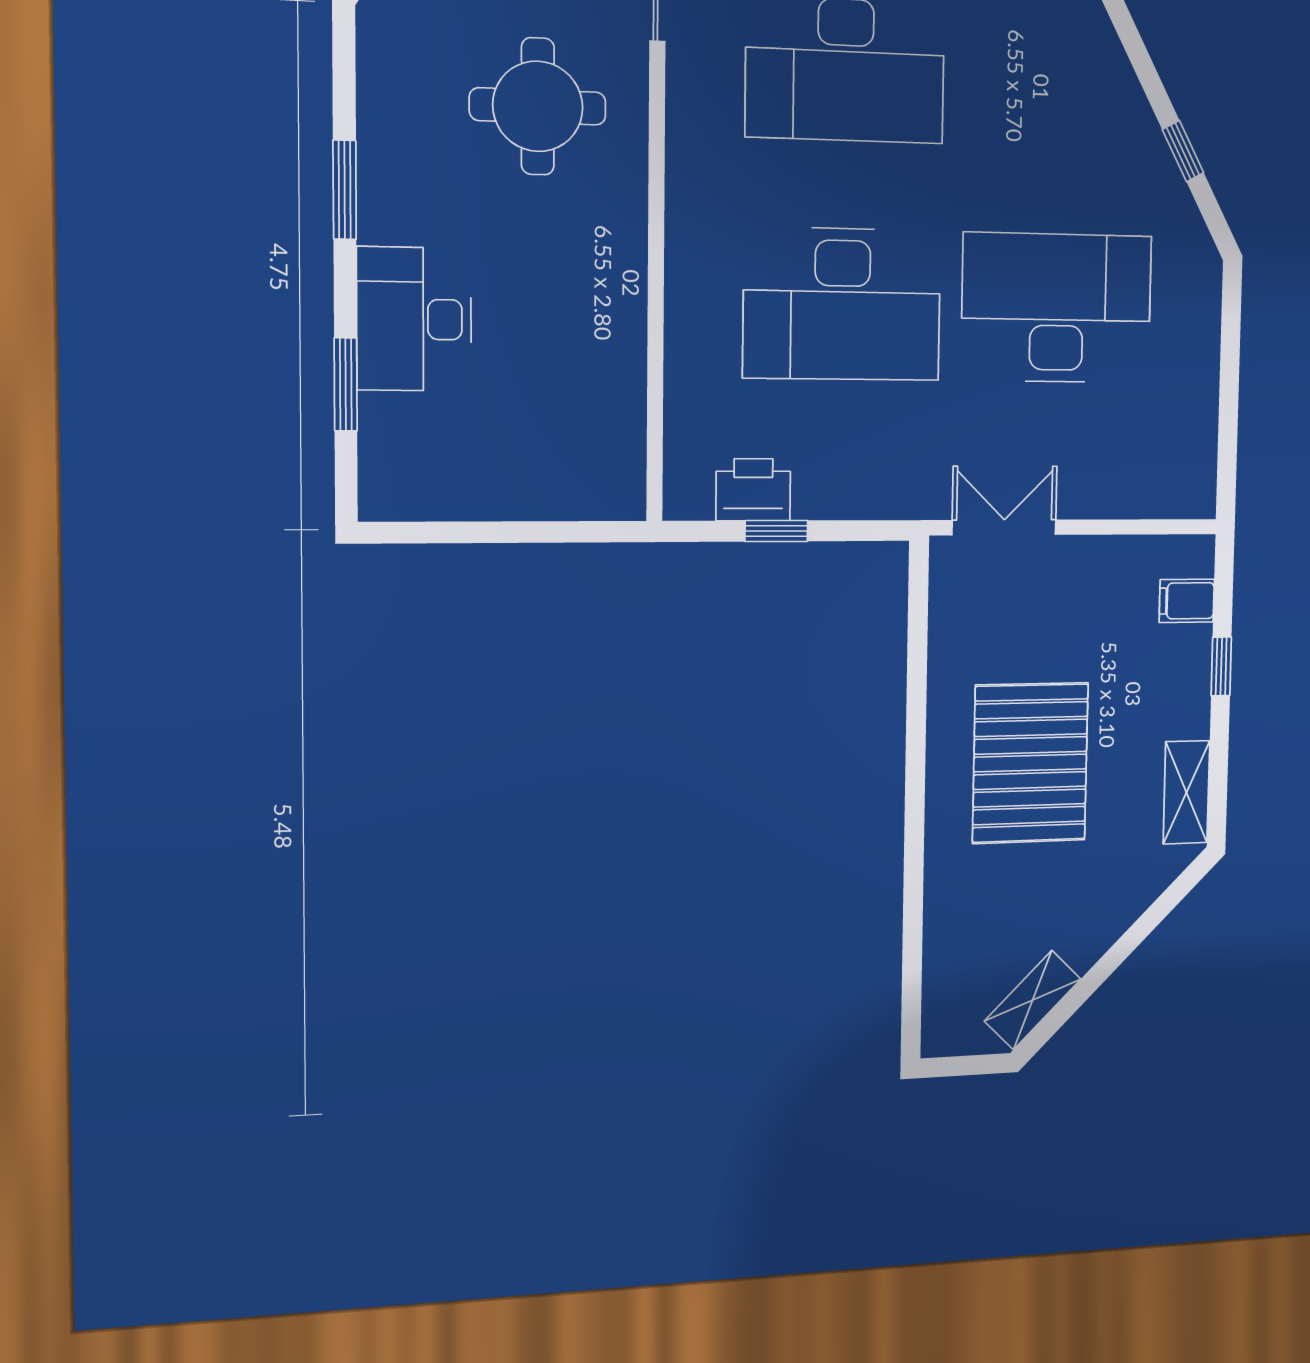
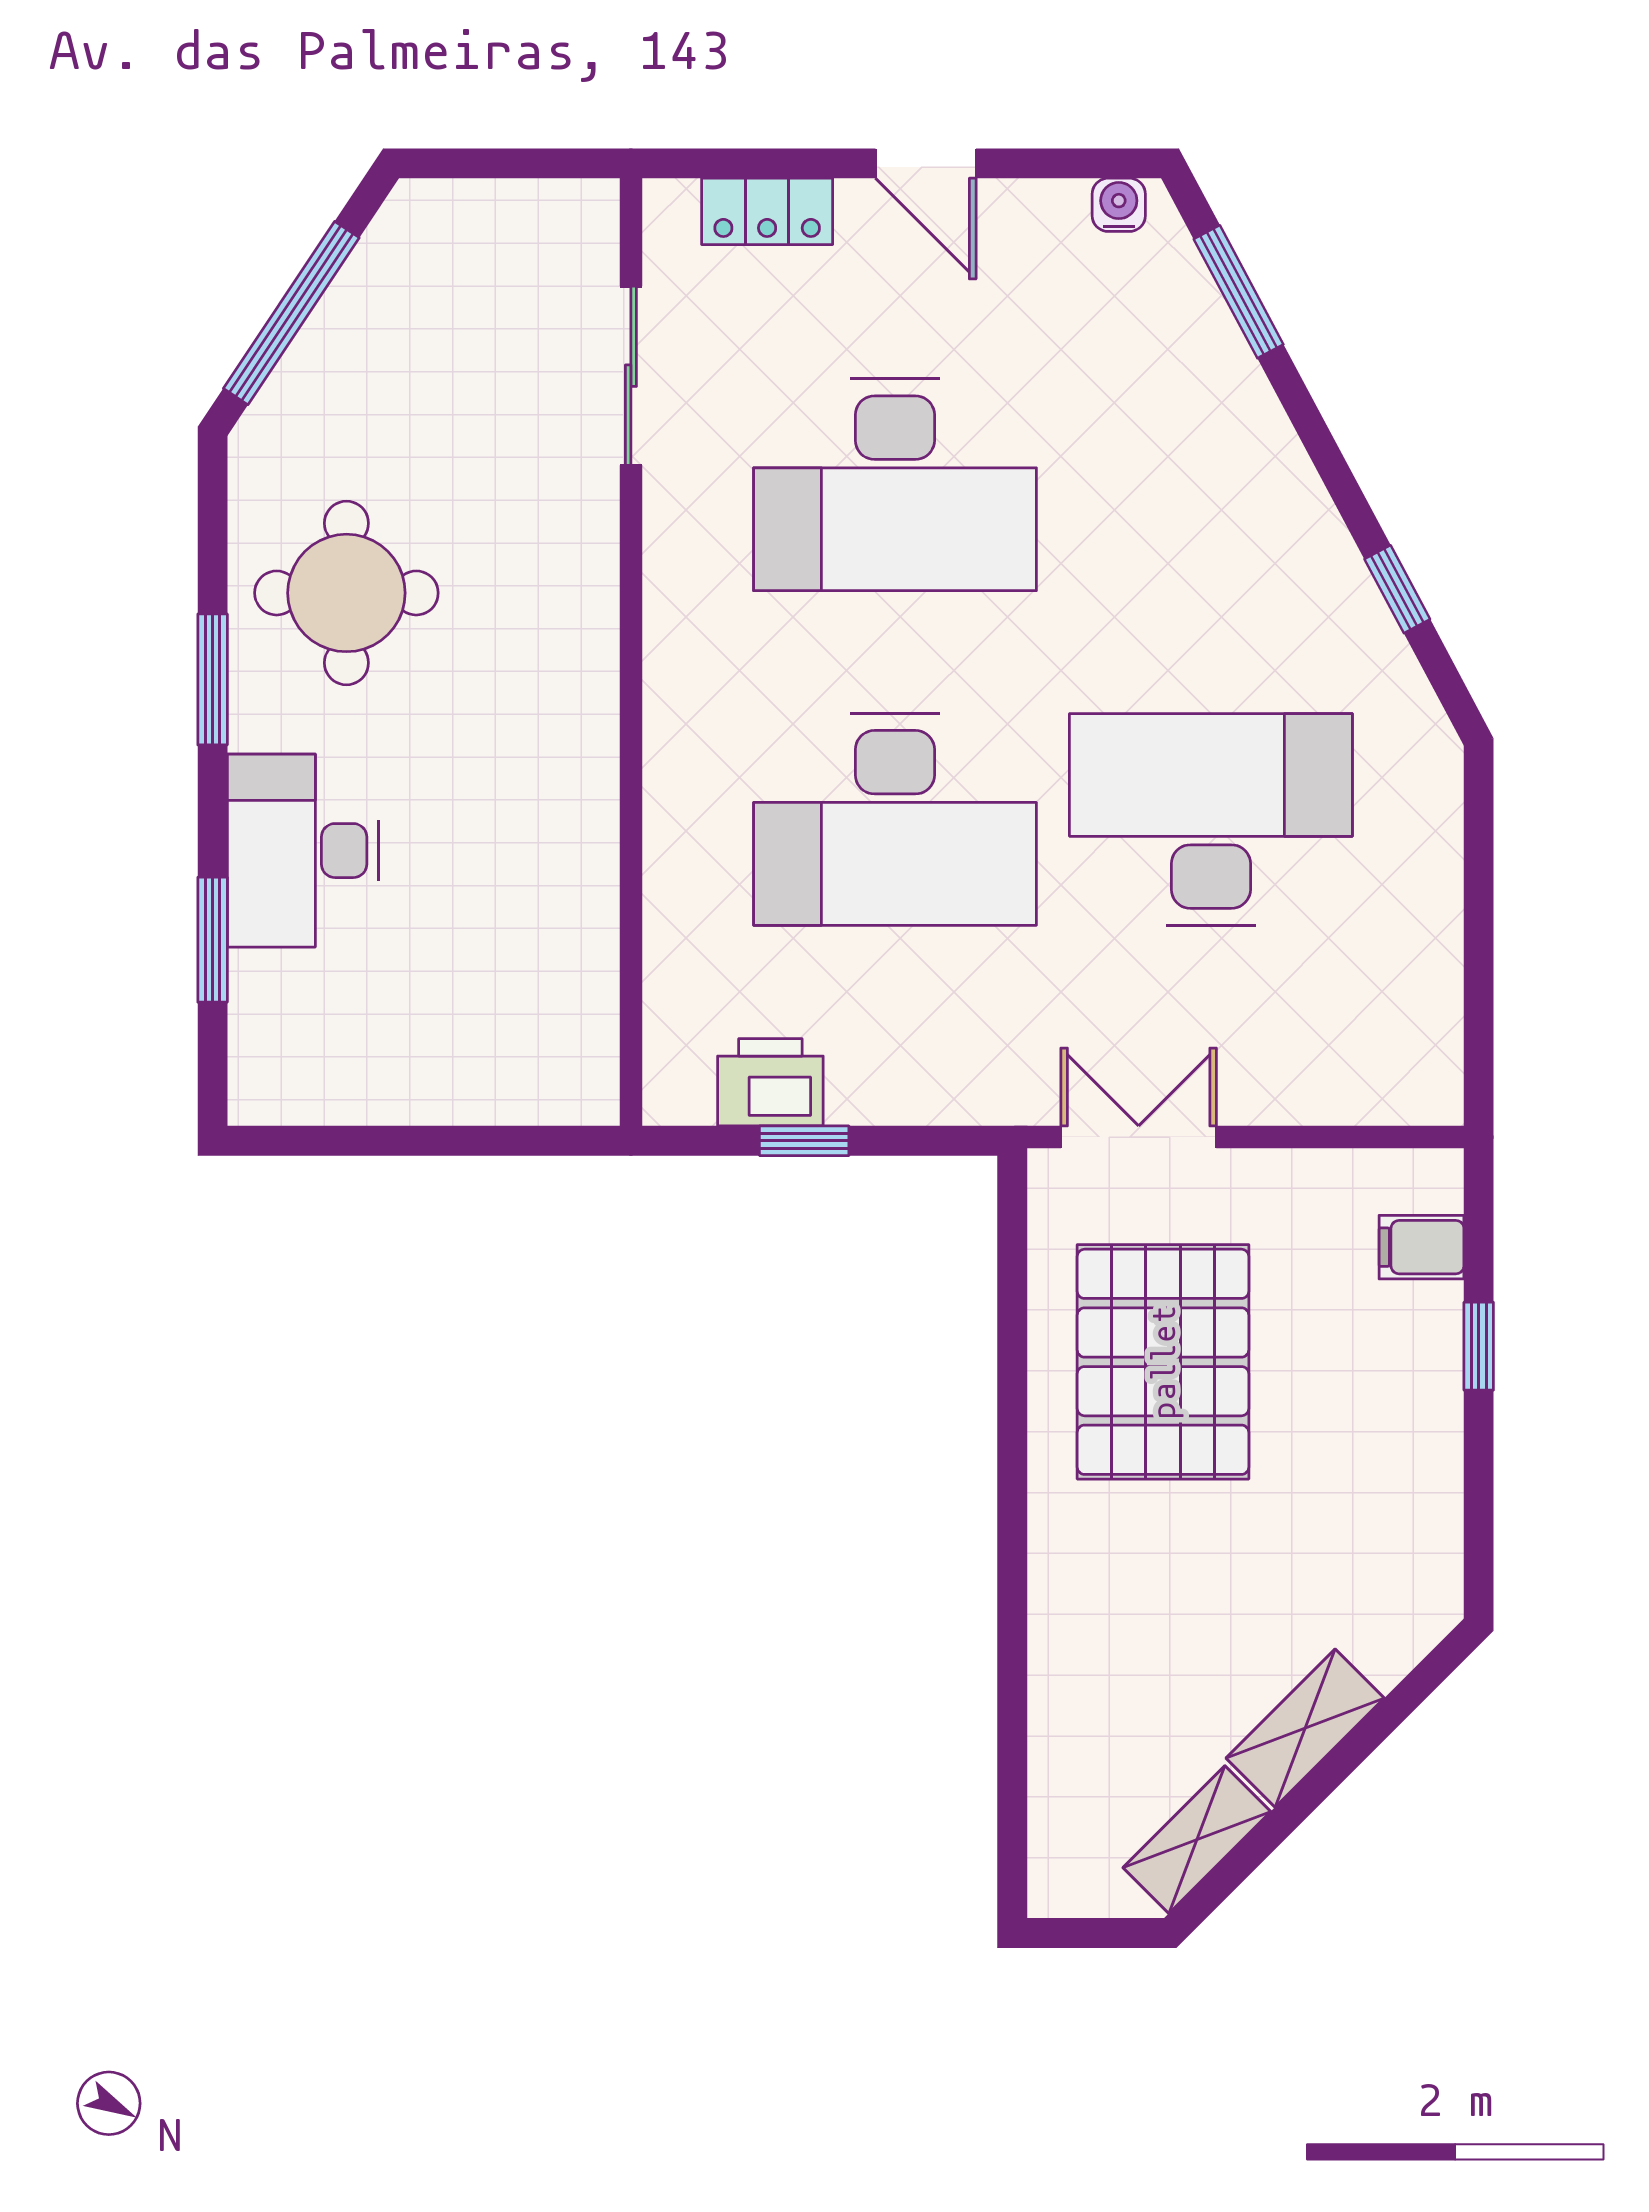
round table: (538, 106) -> (346, 593), moved
pallet: (1030, 763) -> (1163, 1362), moved
shelving: (1186, 792) -> (1305, 1728), moved, turned 45

